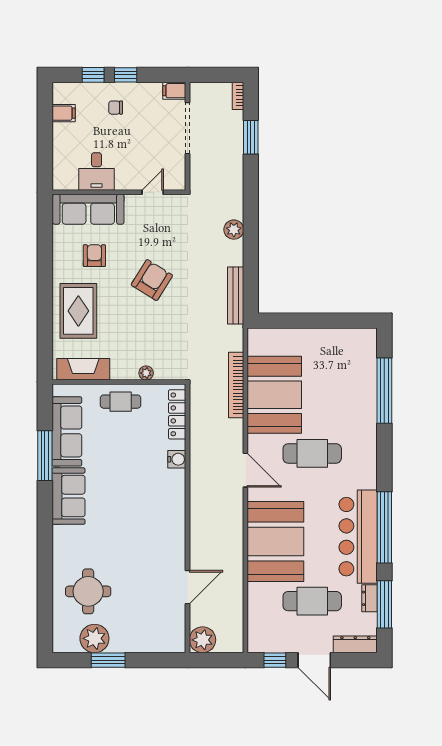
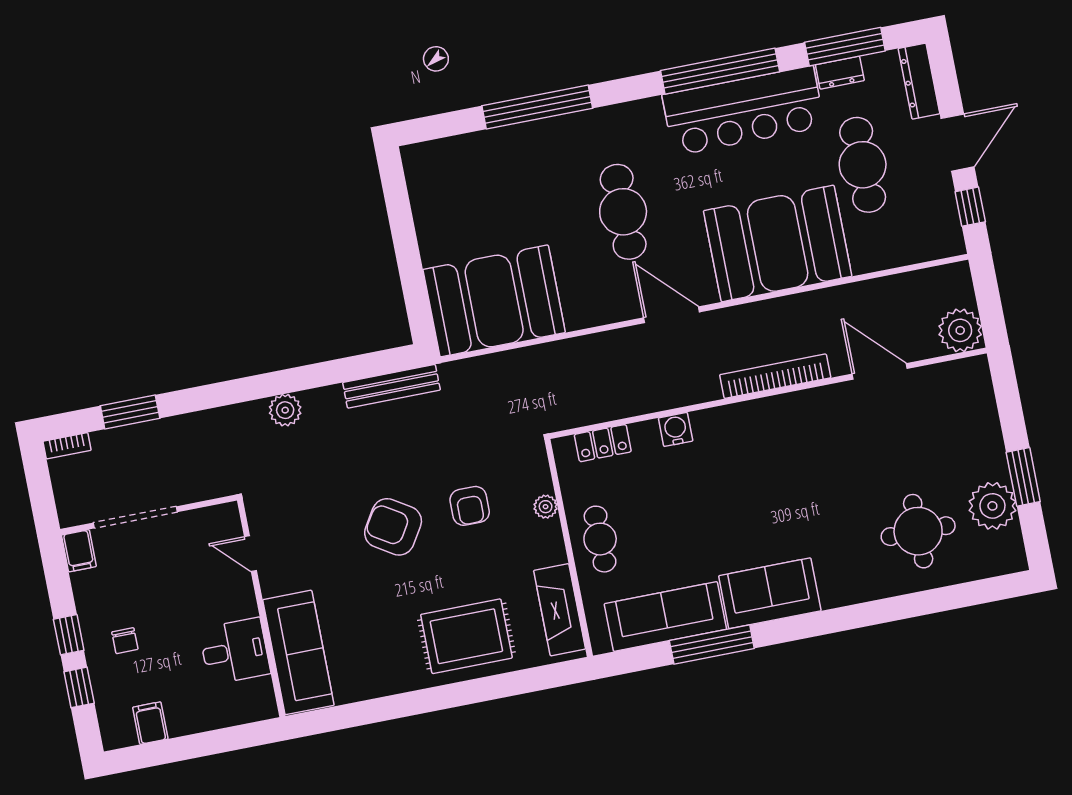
armchair: (94, 256) -> (470, 506), moved, turned -90
bookcase: (236, 385) -> (775, 376), moved, turned 180
window: (384, 391) -> (537, 107), moved
booth: (274, 395) -> (494, 301), moved
locker: (177, 414) -> (603, 443), width x0.66
door: (245, 470) -> (672, 315), hinge flipped

